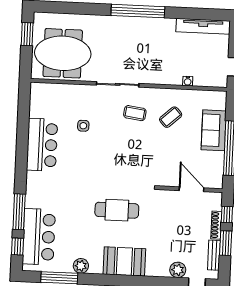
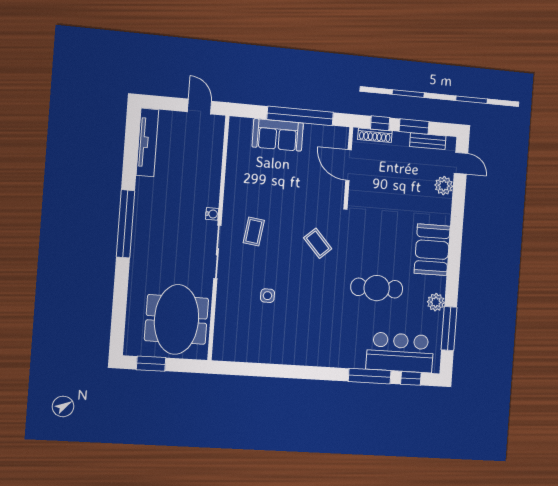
water cooler: (188, 81) -> (212, 214), moved
coffee table: (171, 117) -> (318, 243), moved
bar counter: (42, 145) -> (289, 347), removed
door: (192, 189) -> (349, 165), hinge flipped
cafe table: (117, 210) -> (377, 288), moved, turned 90
shoe rack: (216, 225) -> (375, 135), moved

